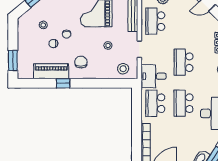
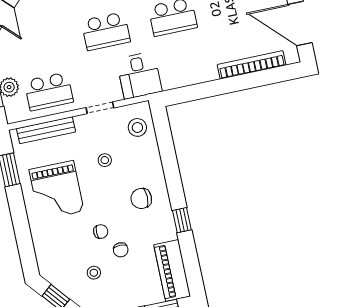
piano: (51, 71) -> (172, 270), moved
school desk: (155, 103) -> (182, 63), removed

